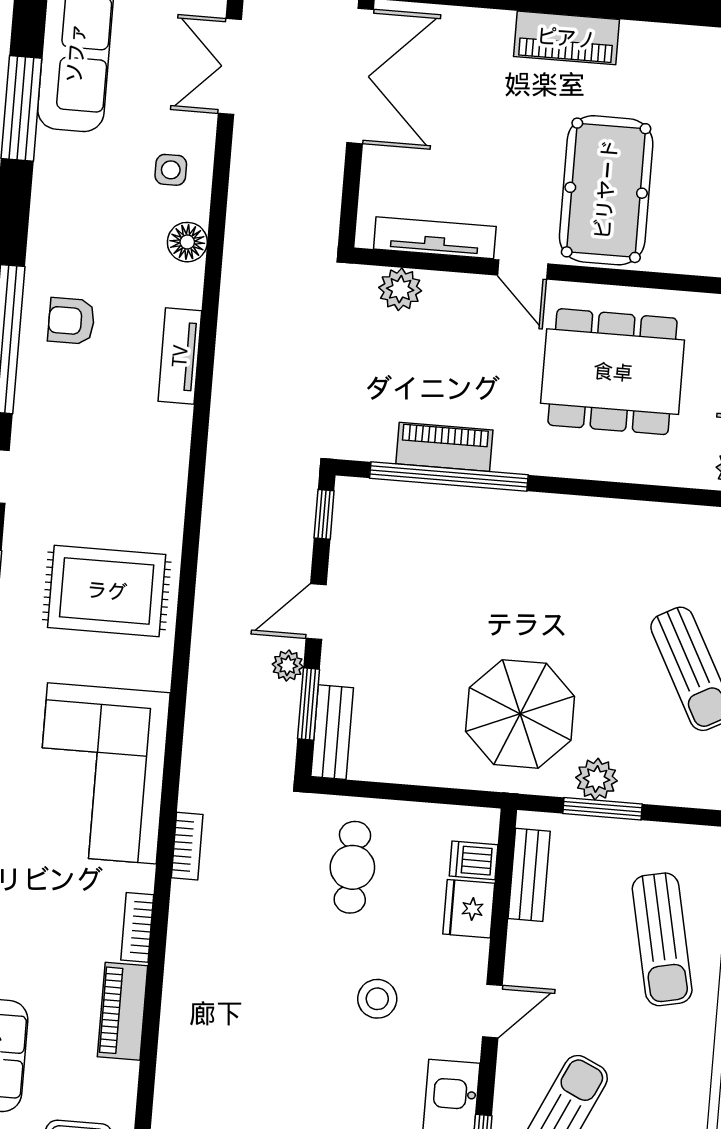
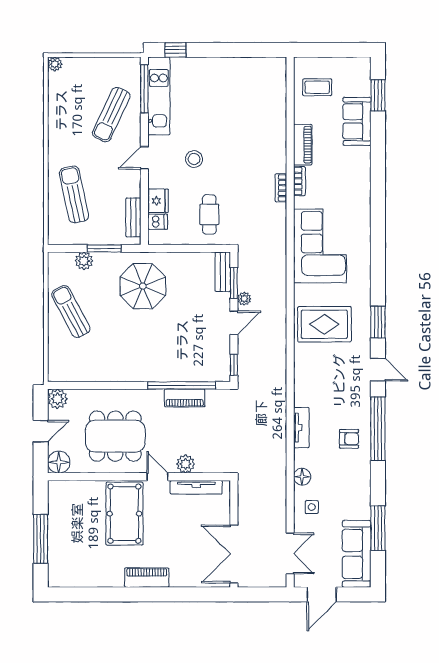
plant: (400, 289) -> (186, 464), moved
plant: (596, 779) -> (84, 261), moved
bookcase: (187, 846) -> (281, 188), moved

